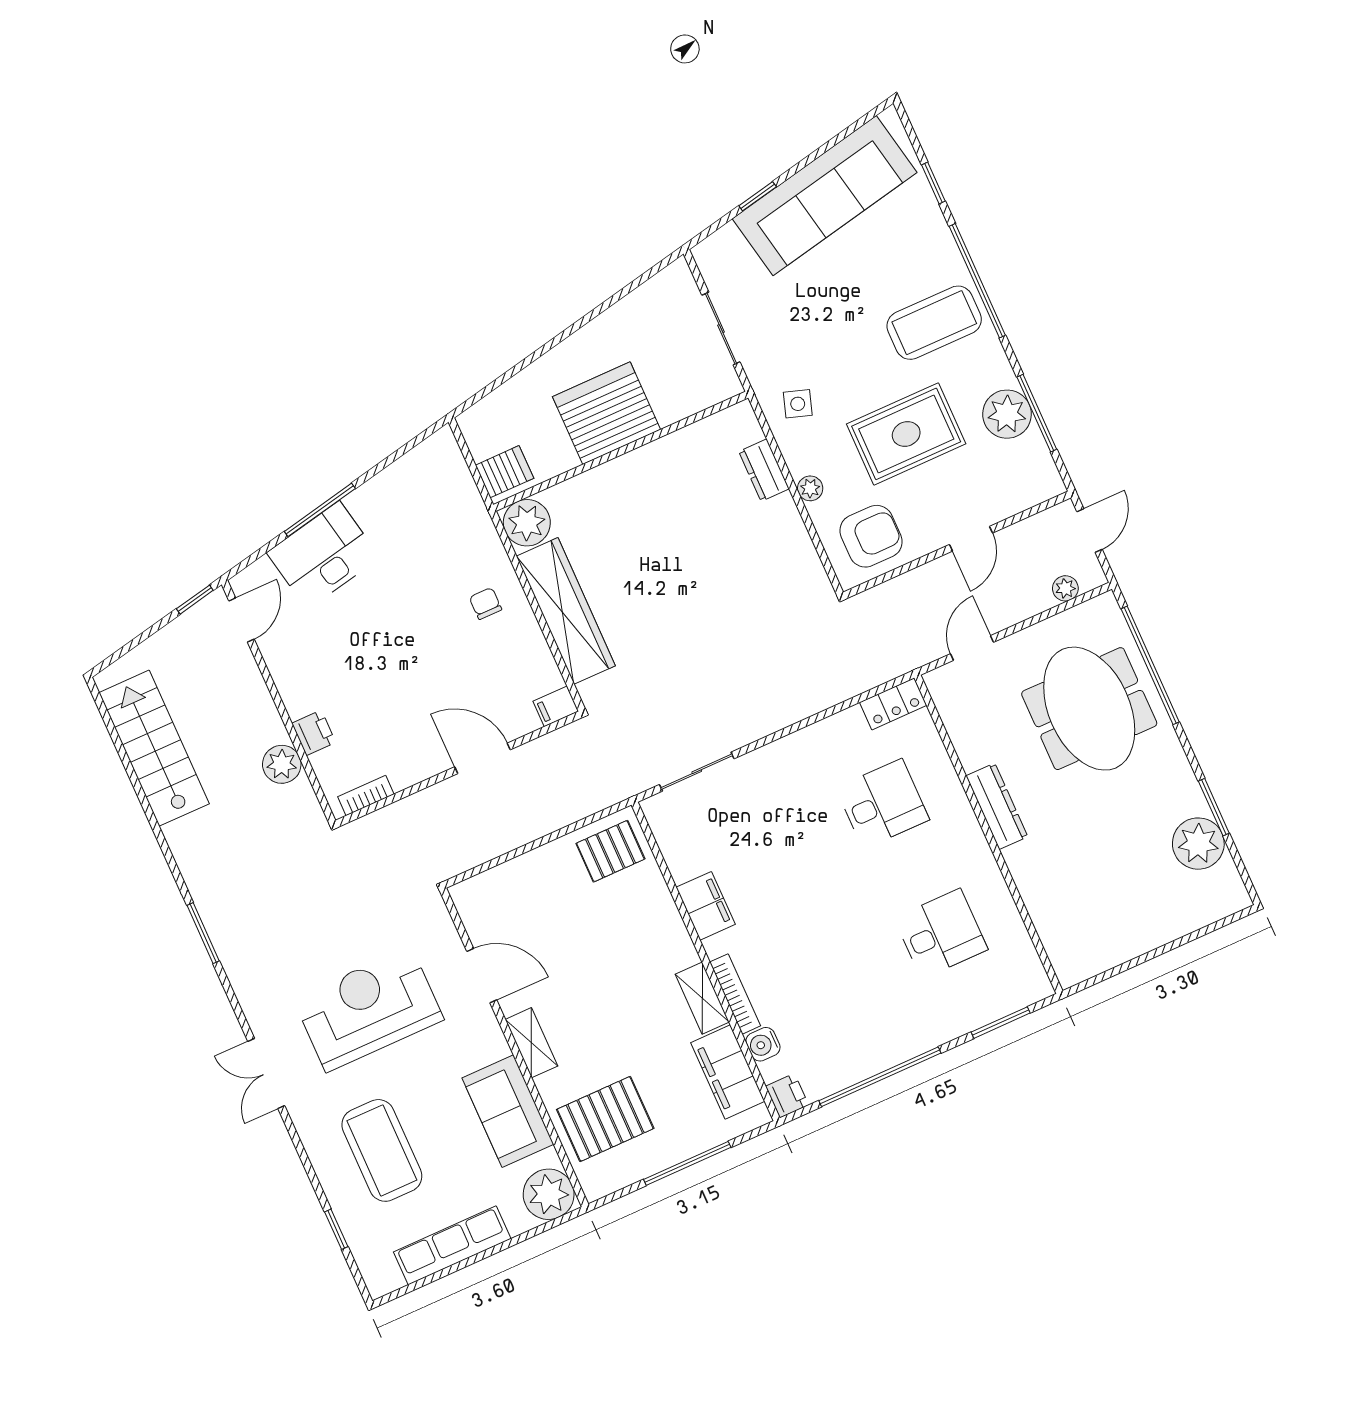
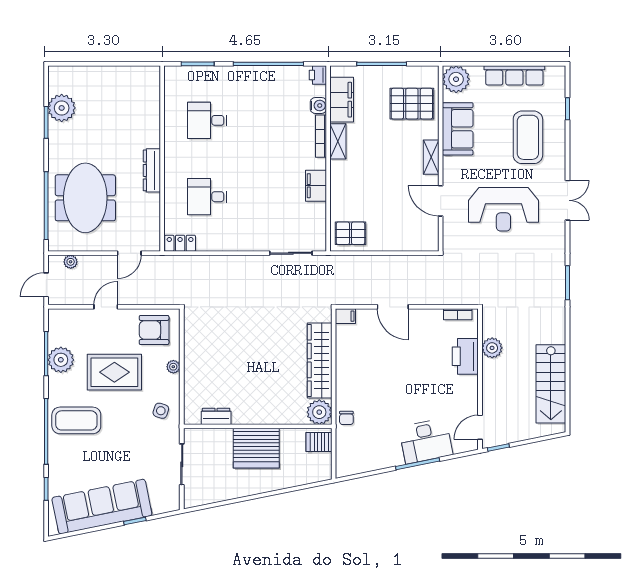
dresser: (764, 470) -> (216, 416), moved, turned -90
chair: (485, 603) -> (346, 418), moved
printer: (314, 733) -> (465, 356), width x1.87, depth x1.48

